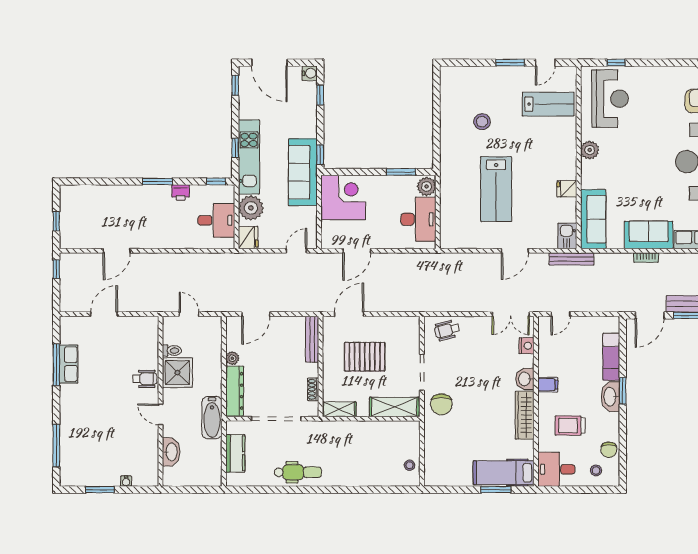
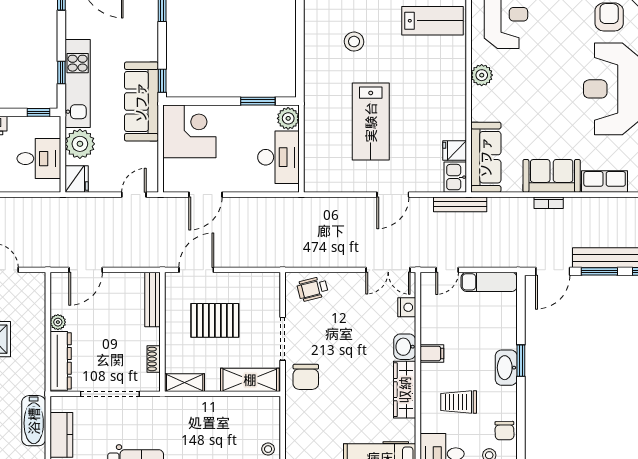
fridge: (567, 189) -> (455, 150), moved
exam couch: (611, 357) -> (489, 282), moved, turned -90
bathtub: (212, 418) -> (34, 421), moved

